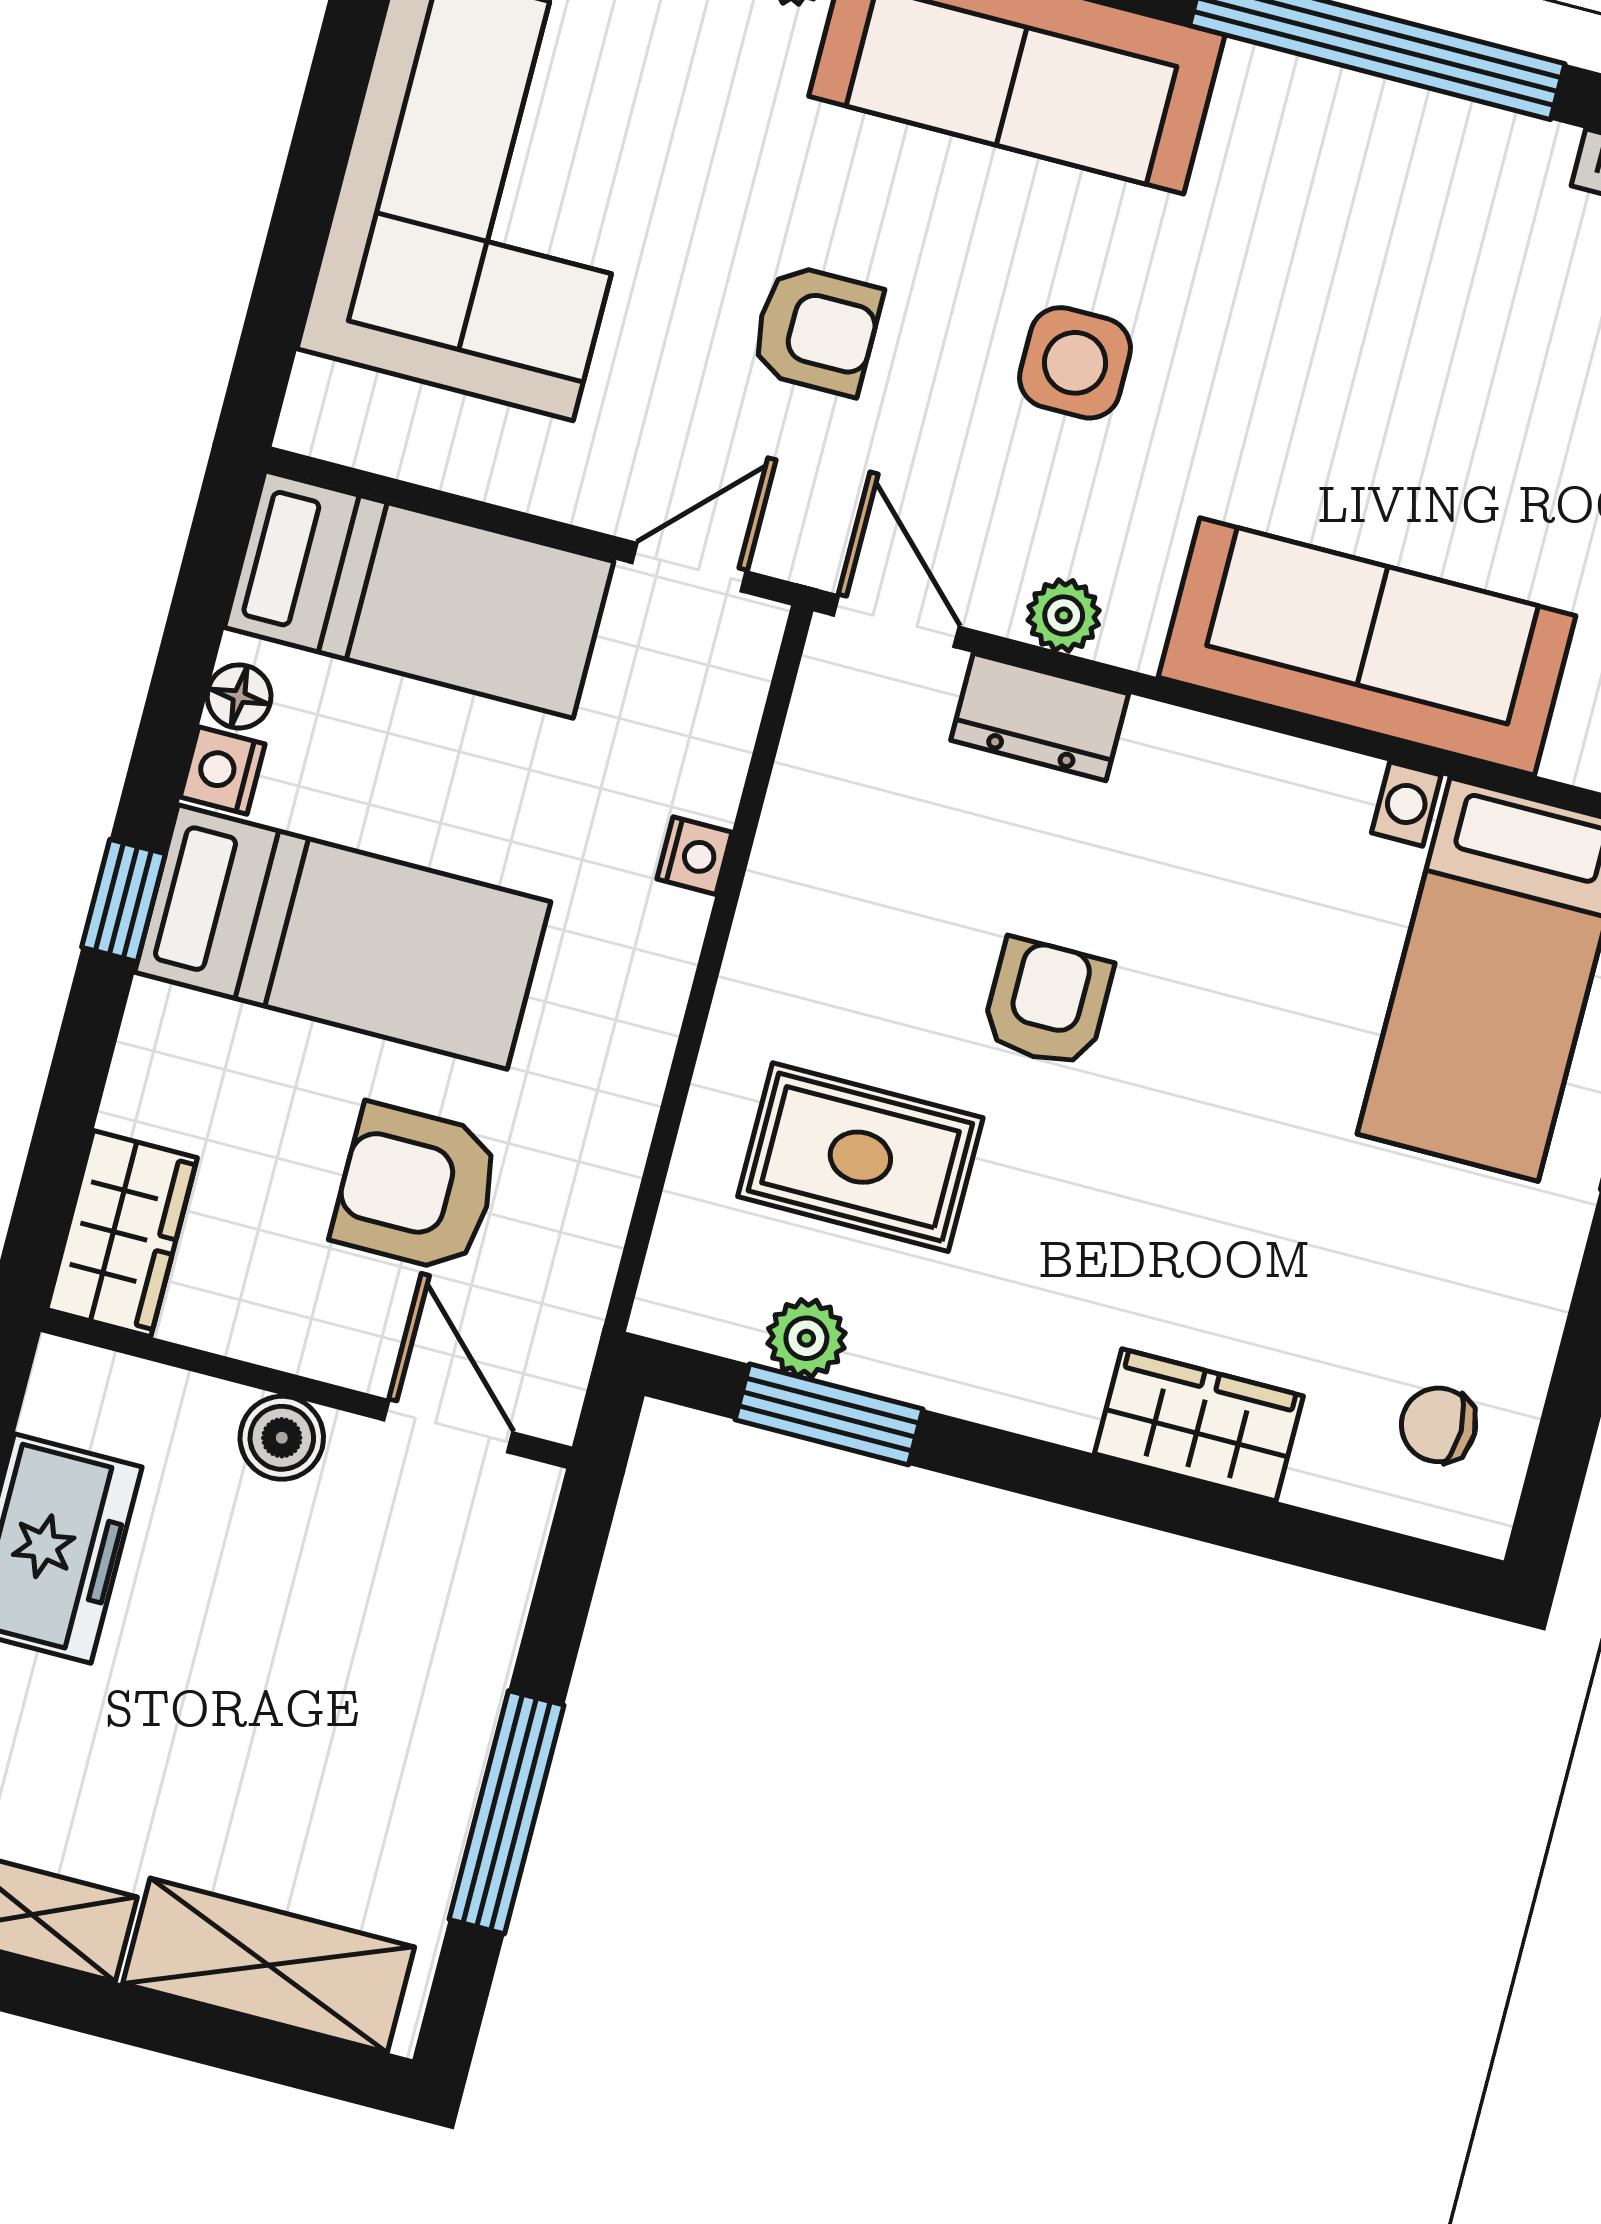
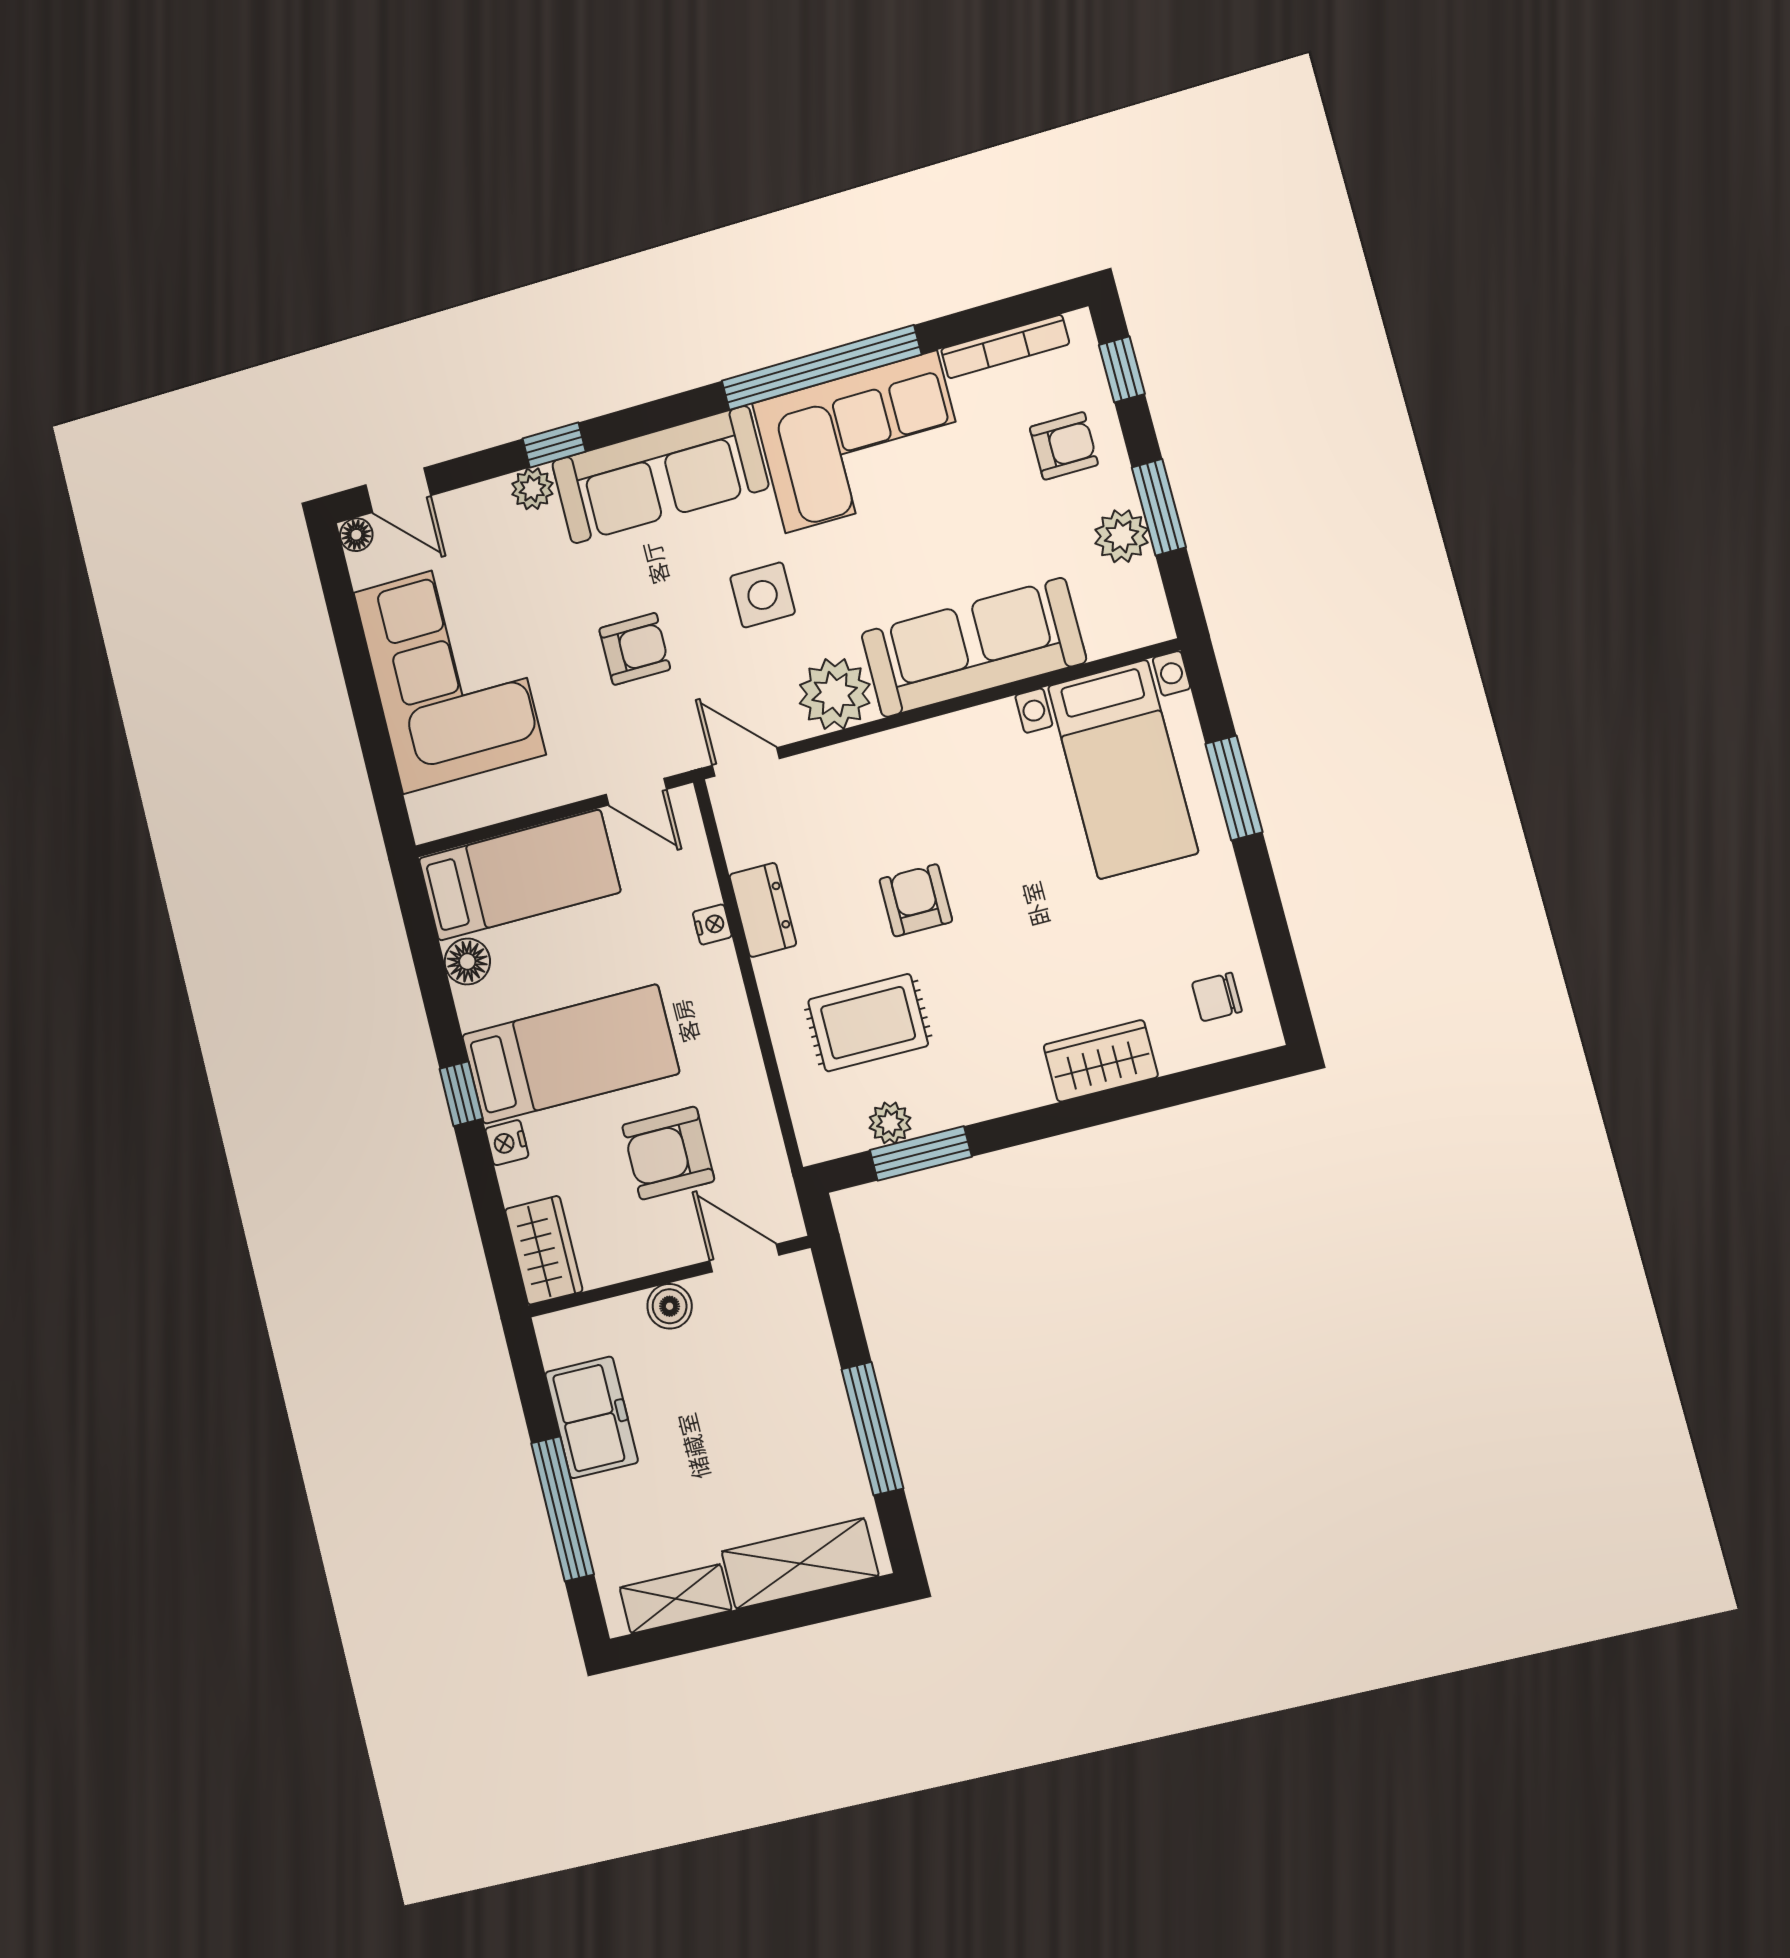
corner sofa: (1373, 205) -> (861, 442), added
door: (689, 567) -> (636, 792), swing flipped
plant: (1064, 615) -> (835, 694), width x1.87, depth x1.87
floor lamp: (239, 696) -> (467, 962), width x1.37, depth x1.37
dresser: (1040, 717) -> (763, 910), moved, turned -90
nightstand: (223, 771) -> (507, 1143), moved

